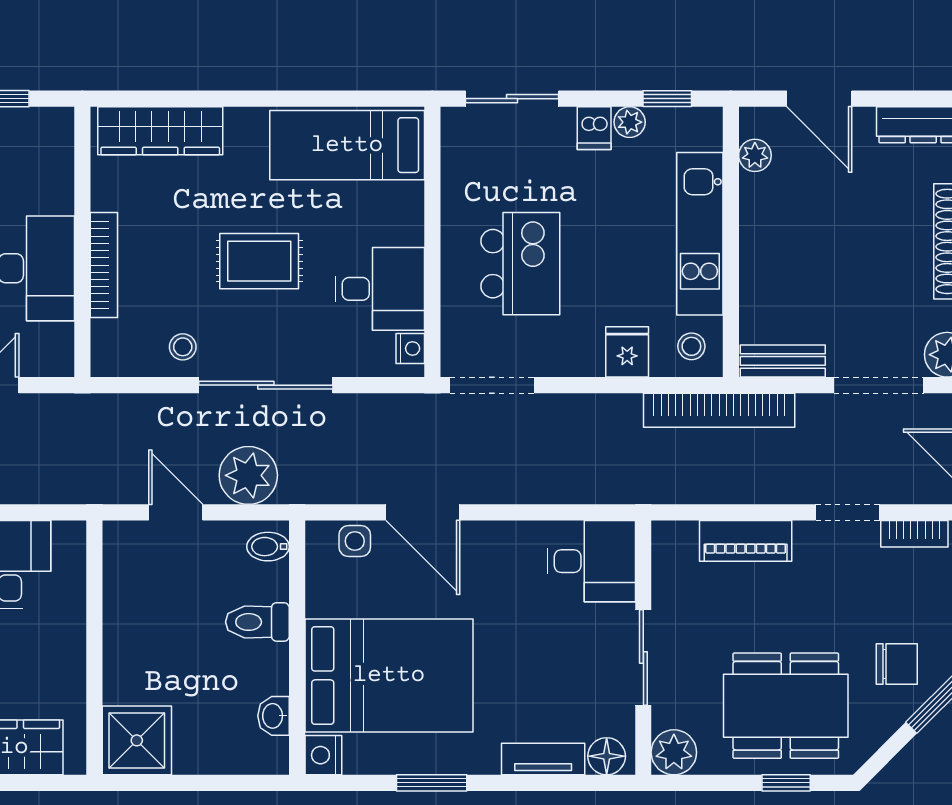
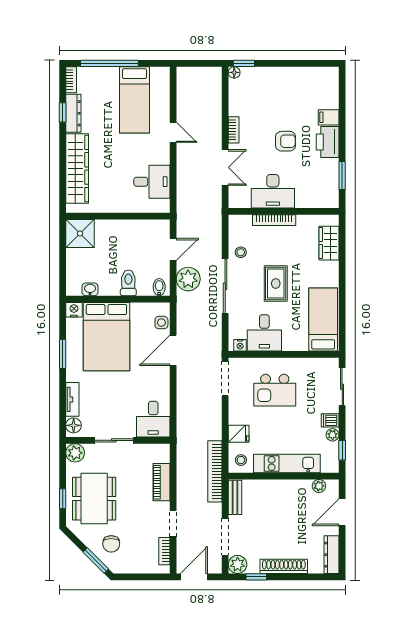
wardrobe: (160, 131) -> (329, 243), width x0.67

